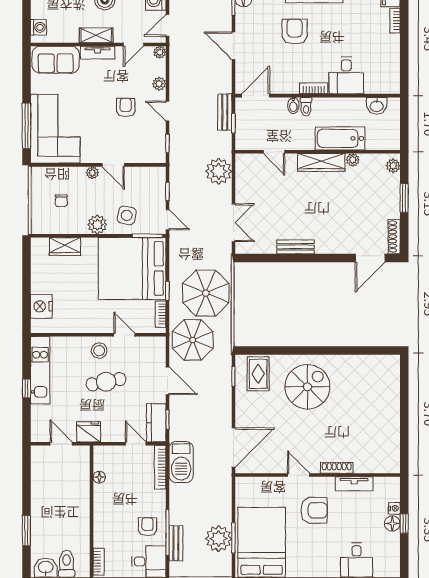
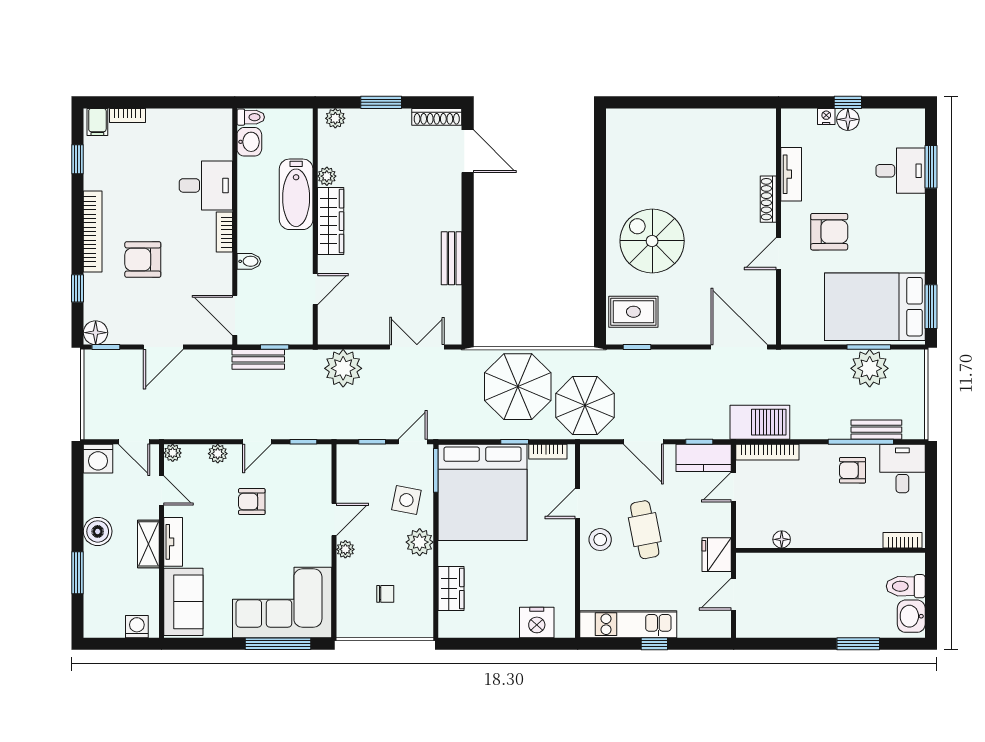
toilet: (306, 107) -> (251, 117), moved
door: (167, 381) -> (643, 442), swing flipped
armchair: (314, 510) -> (829, 232), turned 90

